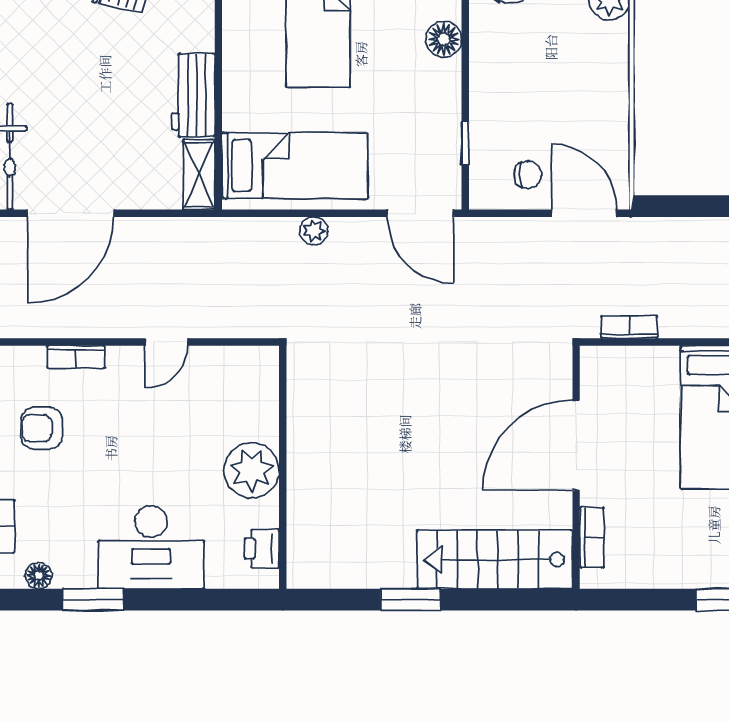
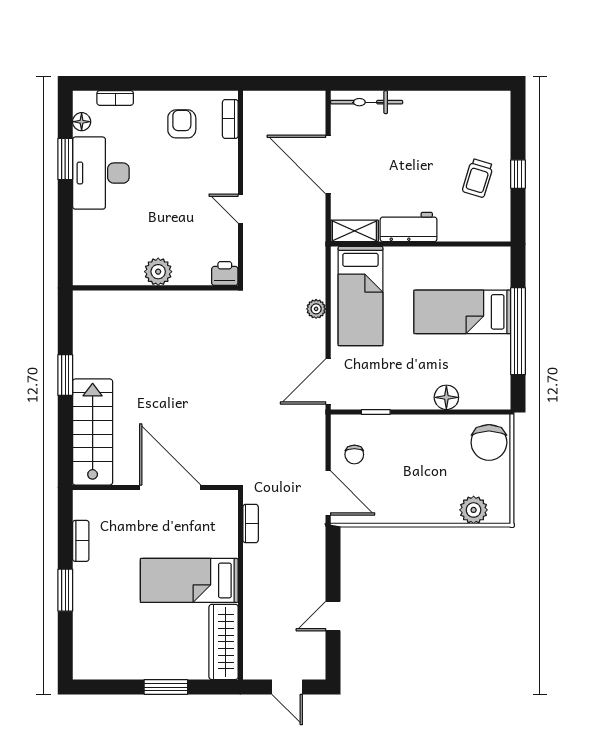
door: (71, 213) -> (328, 165), moved
door: (584, 213) -> (328, 493), hinge flipped
bookcase: (76, 357) -> (230, 119), moved
plant: (252, 470) -> (158, 272), width x0.73, depth x0.73
bookcase: (592, 537) -> (81, 541), moved, turned -90
desk: (151, 547) -> (101, 173), moved
printer: (262, 548) -> (225, 274), moved

